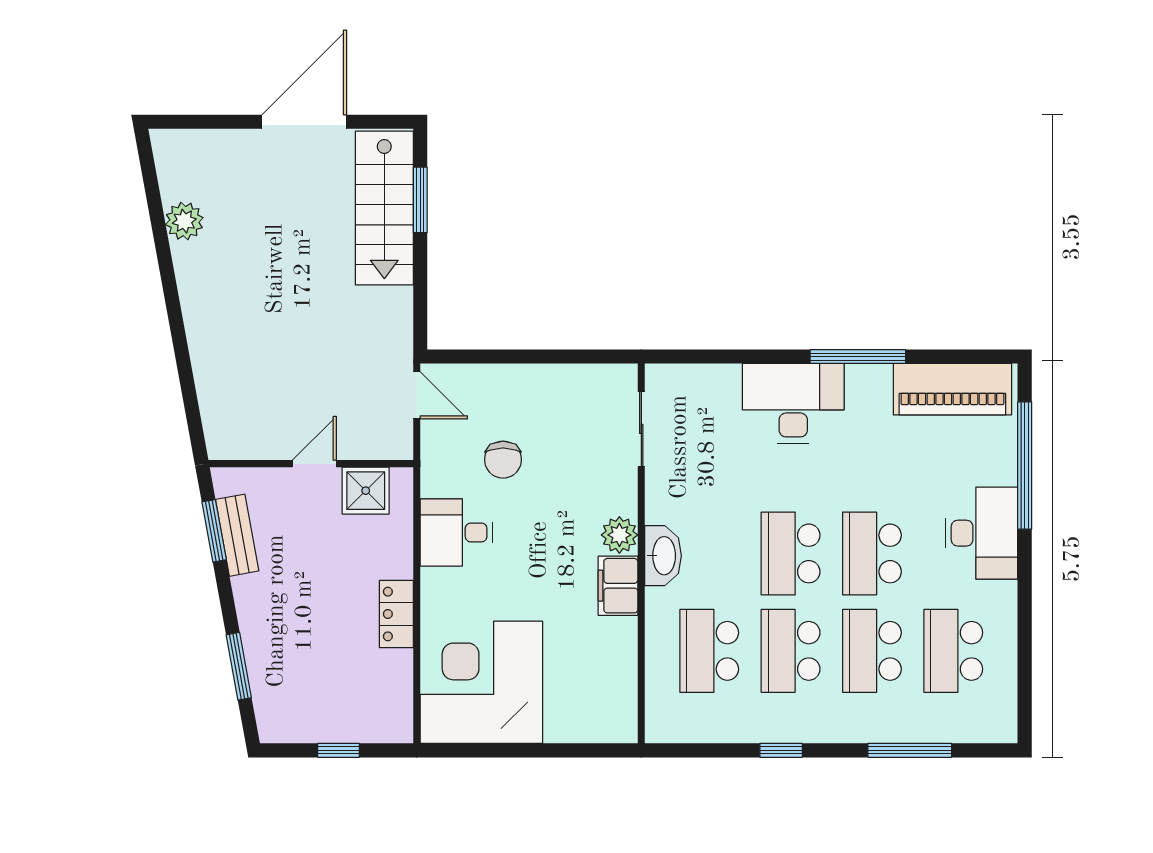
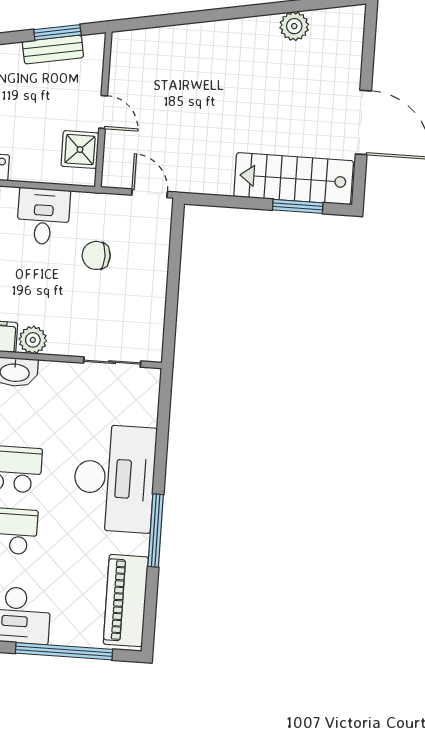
door: (417, 395) -> (150, 193), swing flipped
desk: (793, 403) -> (114, 478), width x1.36, depth x1.30

